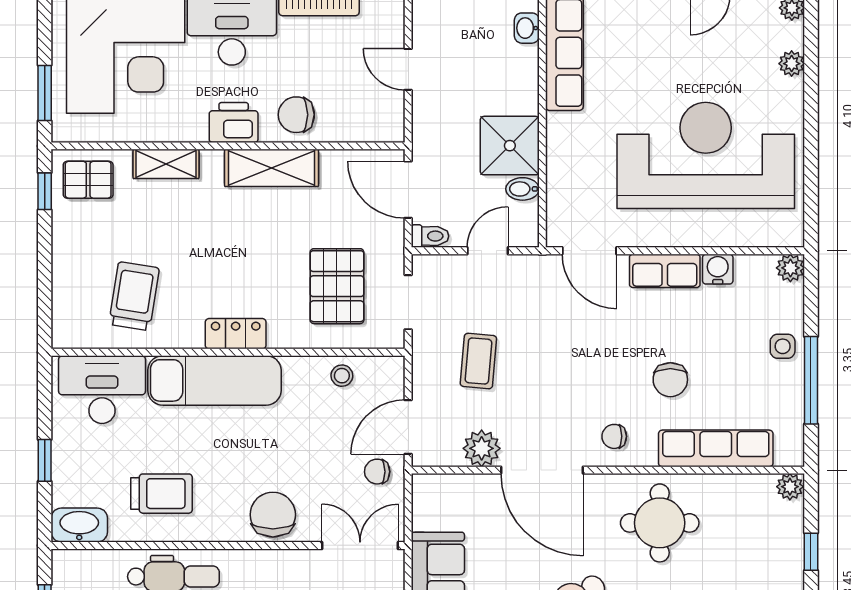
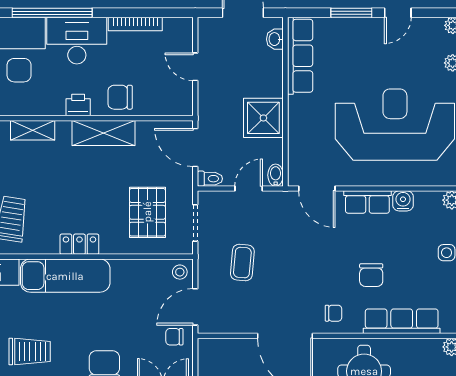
printer: (234, 123) -> (78, 105), width x0.73, depth x0.81
bidet: (522, 189) -> (276, 175), moved, turned 90
stool: (342, 376) -> (180, 272), moved
chair: (614, 436) -> (334, 313), turned 180
plant: (482, 448) -> (244, 321), removed

